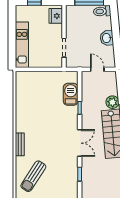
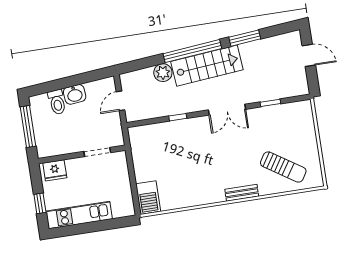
toilet: (102, 11) -> (57, 102), moved
kitchen unit: (22, 45) -> (79, 215), moved
barbecue: (71, 94) -> (148, 198), moved, turned -90
double door: (80, 143) -> (227, 110), swing flipped

